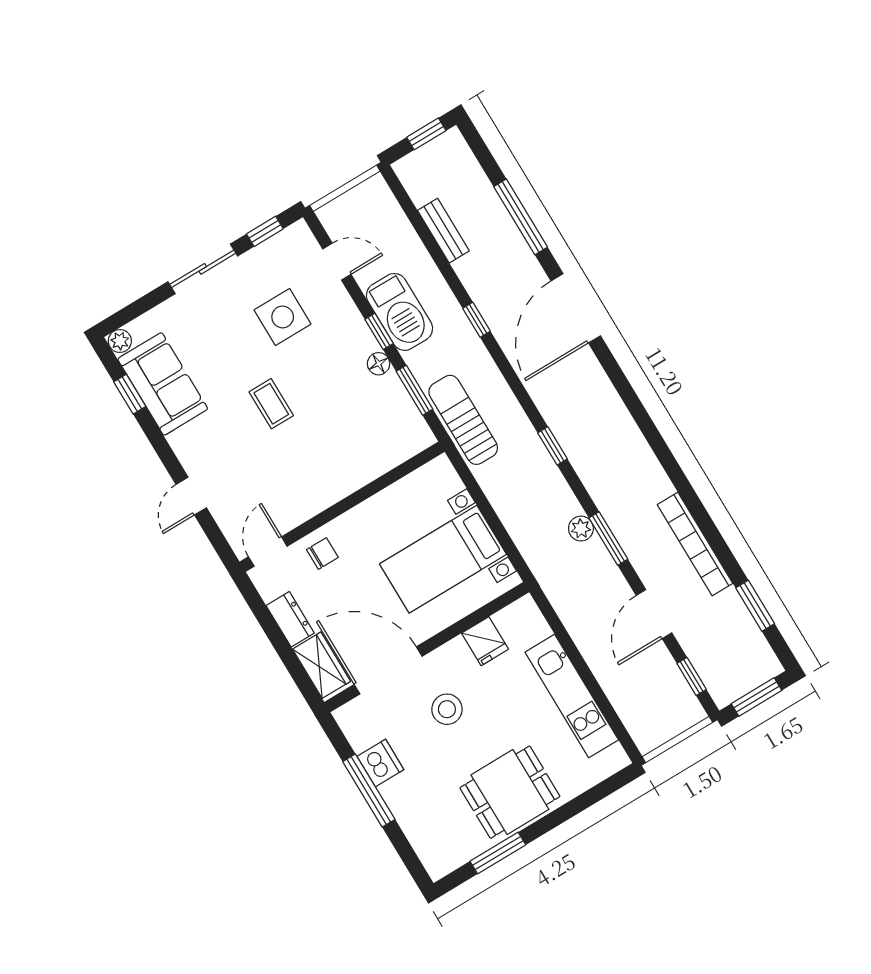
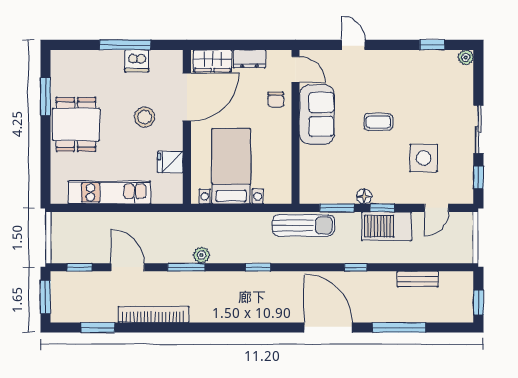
sofa: (163, 384) -> (317, 114), moved, turned -90

